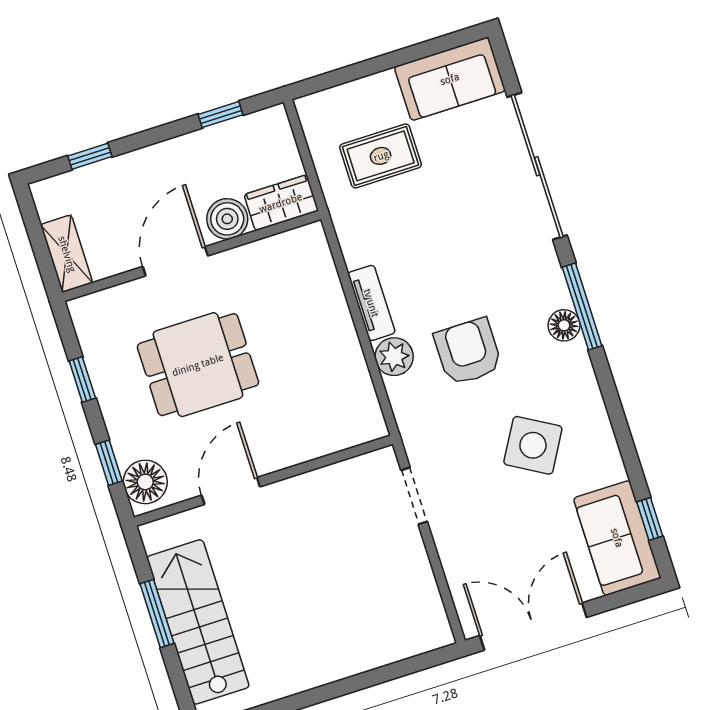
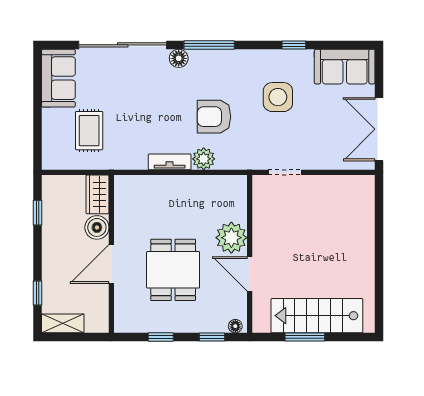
shelving: (67, 254) -> (63, 323), moved
door: (175, 261) -> (111, 264), hinge flipped
floor lamp: (564, 325) -> (179, 58), moved
plant: (280, 443) -> (231, 238), added
side table: (533, 445) -> (278, 97), turned -30
floor lamp: (145, 482) -> (235, 326), width x0.53, depth x0.53
window: (650, 519) -> (294, 45), moved

